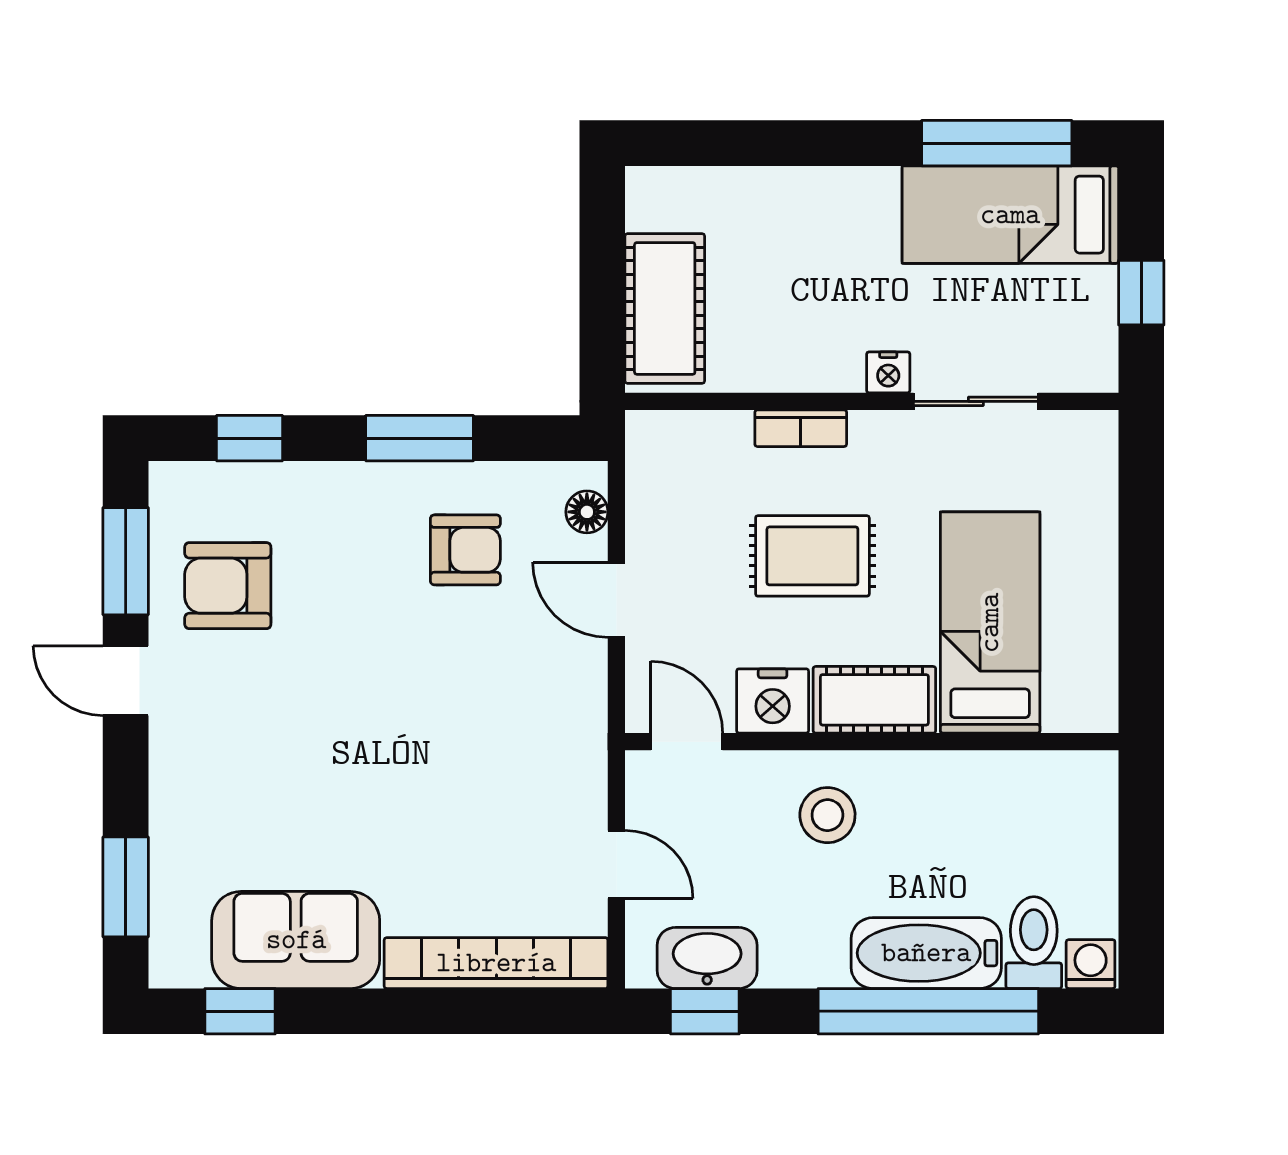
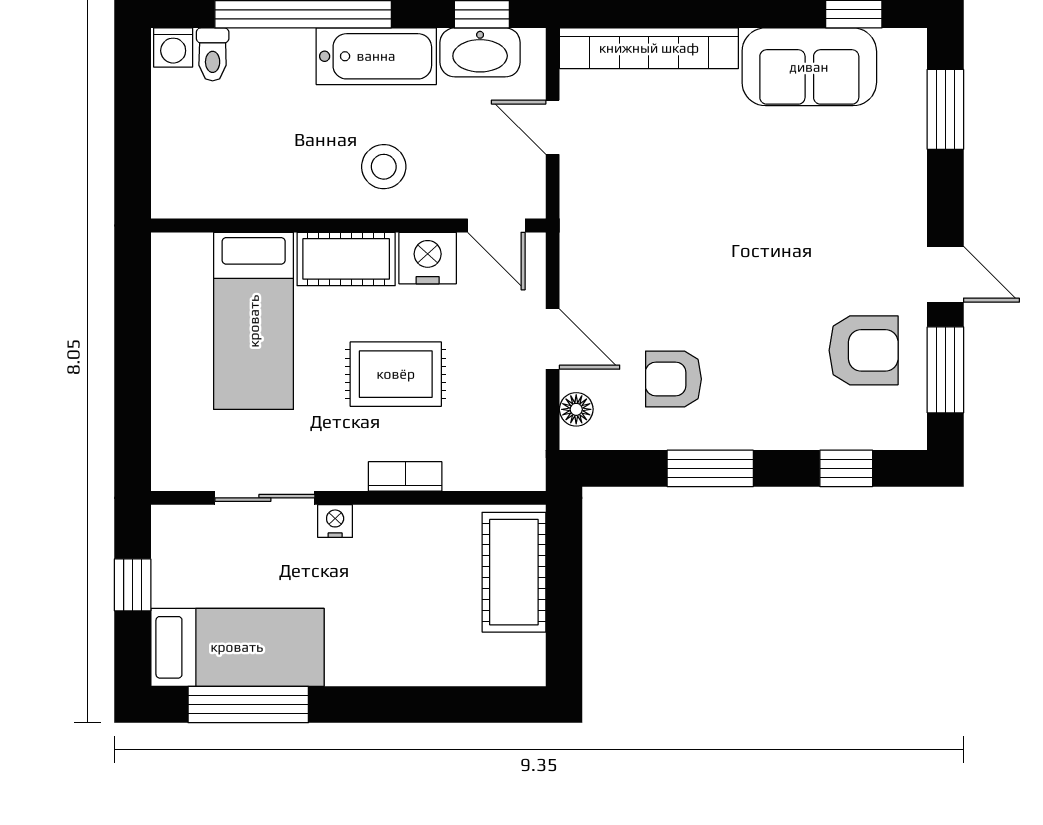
toilet: (1034, 943) -> (213, 54), width x0.73, depth x0.72
bathtub: (926, 953) -> (376, 56), moved

